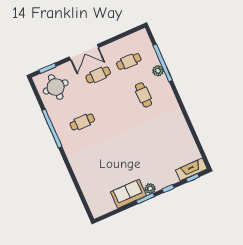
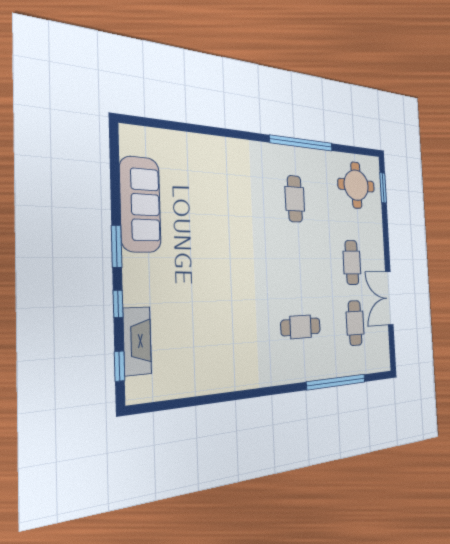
double door: (84, 52) -> (389, 298), moved
plant: (158, 71) -> (328, 368), removed
fireplace: (191, 169) -> (137, 341), moved
plant: (150, 188) -> (133, 266), removed
sofa: (129, 194) -> (140, 204), width x1.36

